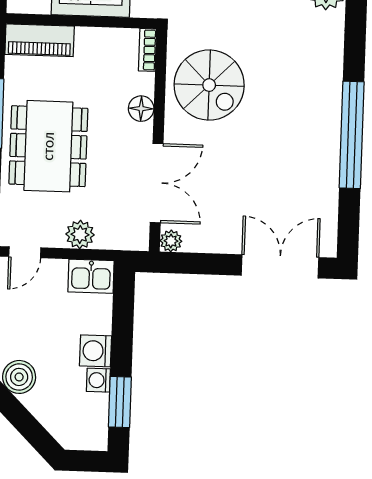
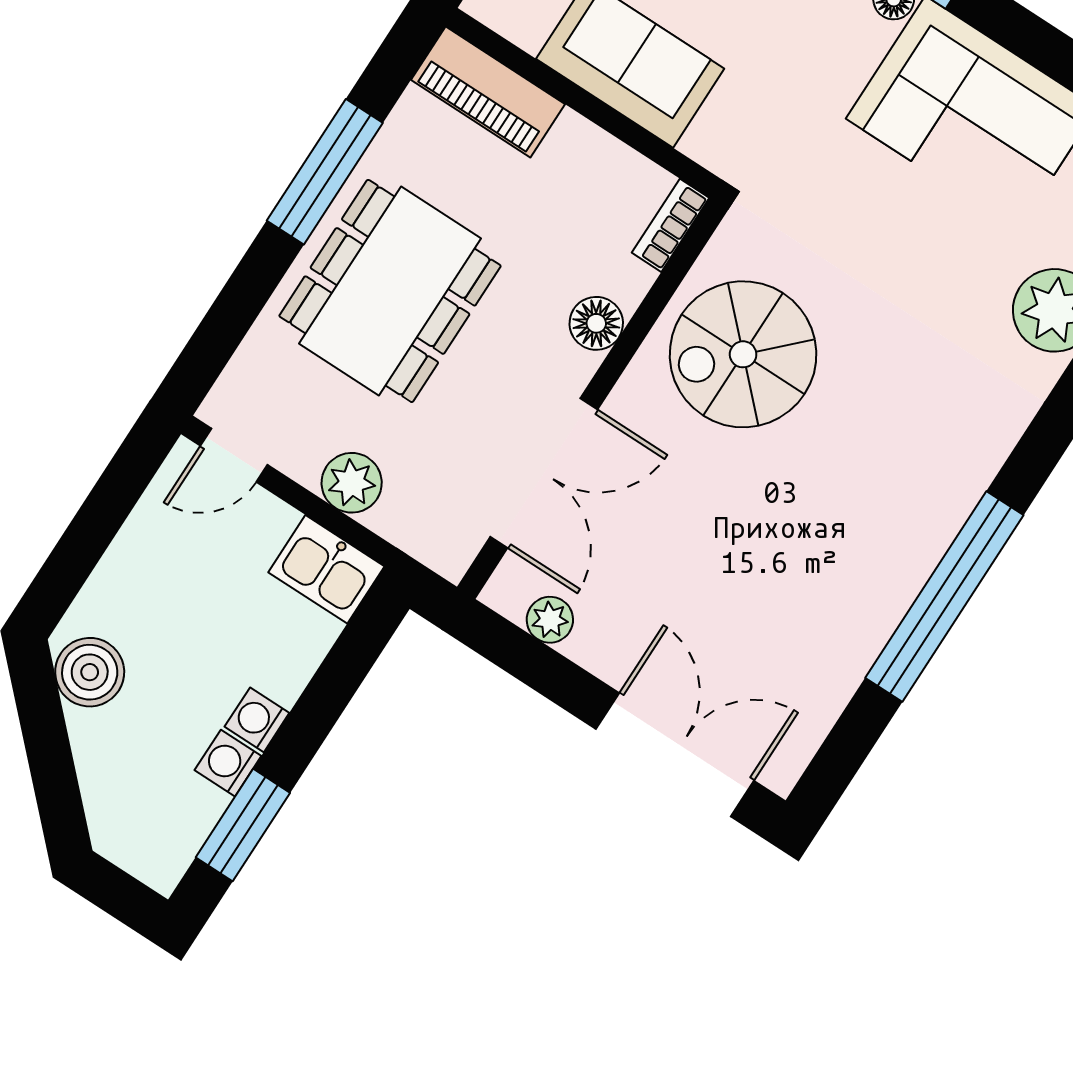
spiral stairs: (209, 85) -> (743, 354), turned 90
plant: (171, 241) -> (550, 620), moved
washing machine: (96, 351) -> (257, 720), width x0.73, depth x0.73

